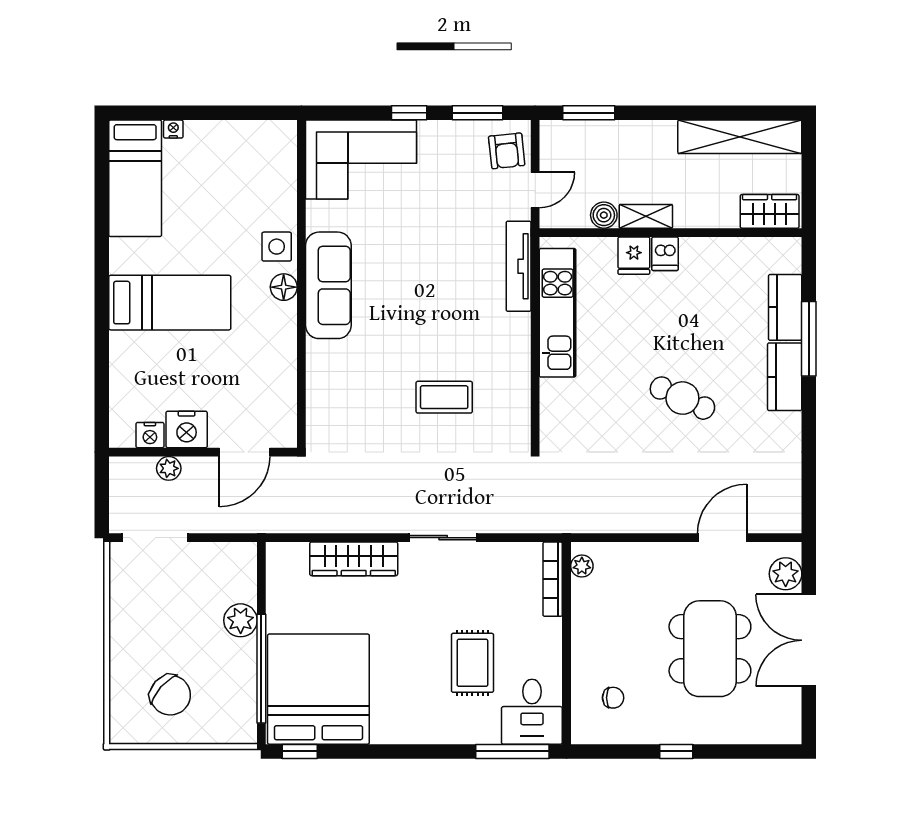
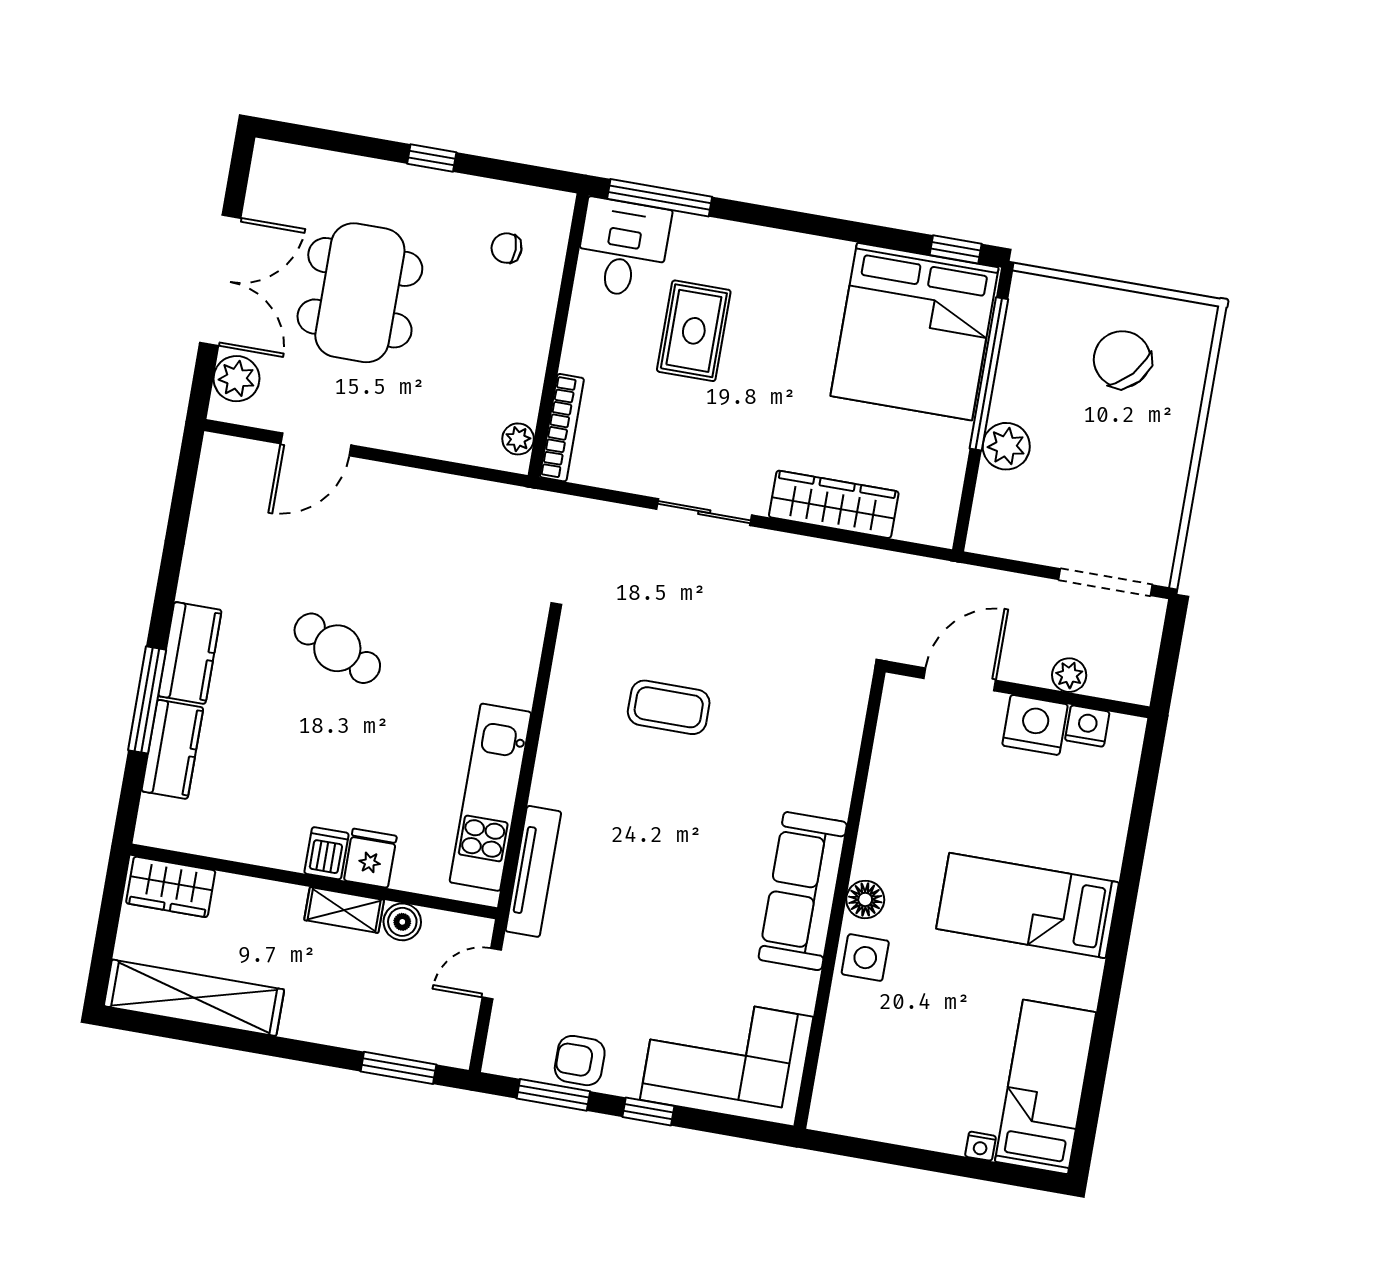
armchair: (507, 151) -> (580, 1061), moved, turned -84

